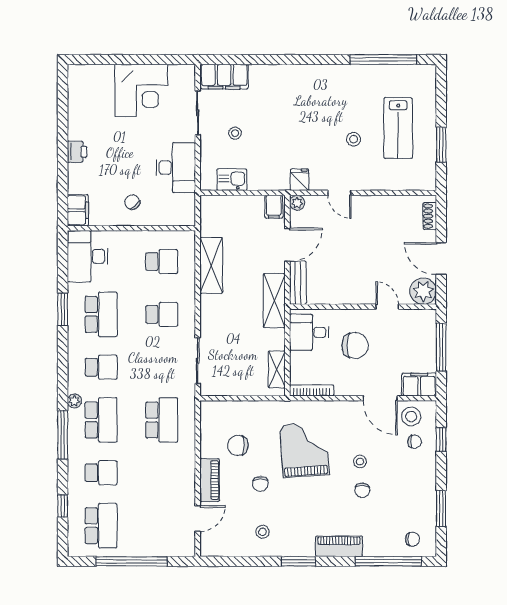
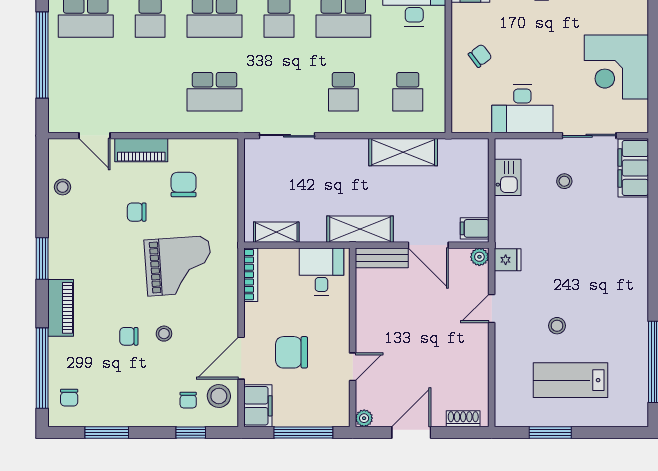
plant: (423, 291) -> (364, 418), width x0.53, depth x0.53
chair: (355, 345) -> (292, 352), moved, turned 90
stool: (262, 532) -> (63, 187), moved

